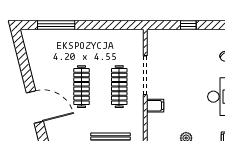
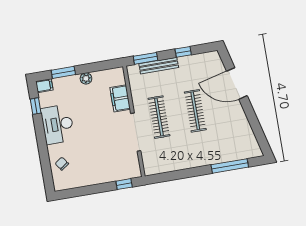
window: (188, 25) -> (124, 184), moved
filing cabinet: (155, 106) -> (120, 98), width x2.00

